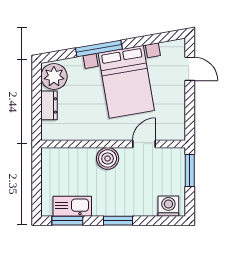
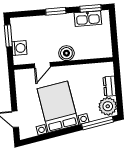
window: (99, 48) -> (98, 123), moved
window: (190, 171) -> (8, 36), moved
washing machine: (168, 206) -> (19, 48), moved, turned -90

